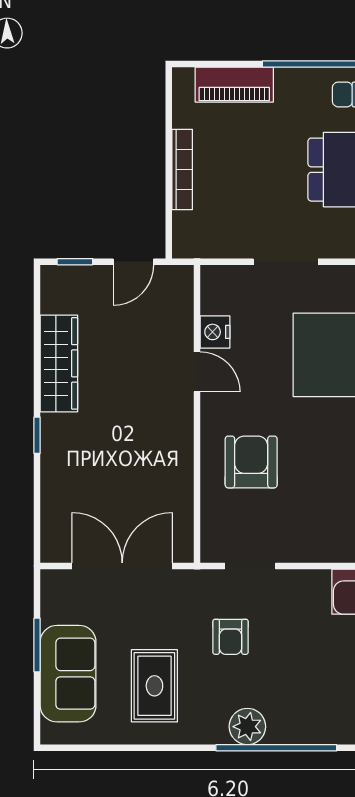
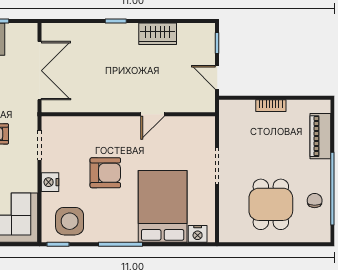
bookcase: (182, 169) -> (271, 106), width x0.64
nightstand: (215, 332) -> (50, 182), moved, turned -90
wardrobe: (59, 363) -> (158, 34), width x0.67
armchair: (251, 462) -> (105, 173), moved

